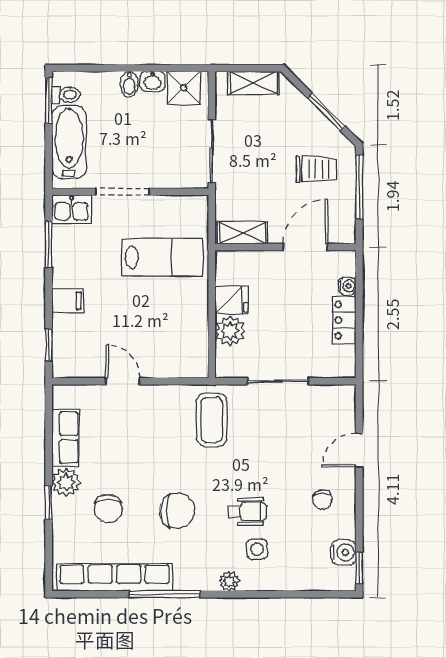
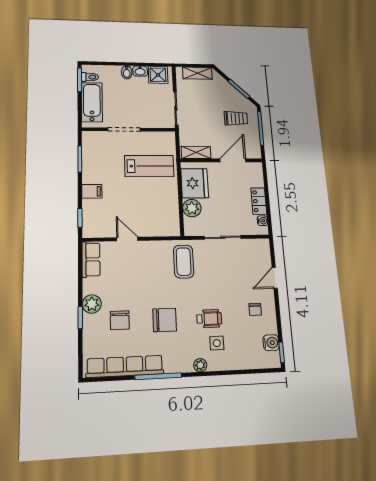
kitchen sink: (71, 209) -> (94, 139), removed
water cooler: (347, 286) -> (262, 221), moved
fridge: (231, 300) -> (195, 183), width x1.88, depth x1.34
row of seats: (65, 438) -> (91, 259), moved

